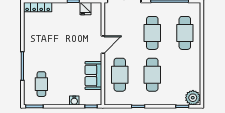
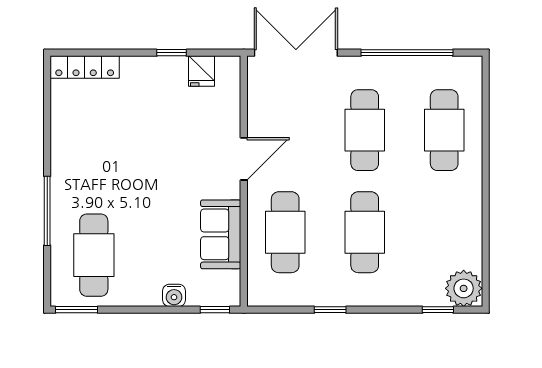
cafe table: (41, 84) -> (94, 255), width x1.37, depth x1.35

